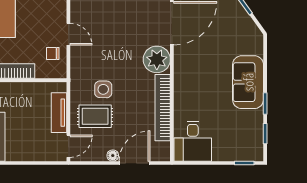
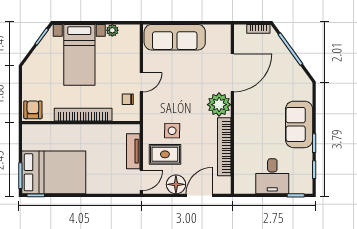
door: (68, 34) -> (141, 82), hinge flipped
desk: (193, 141) -> (272, 176), moved
floor lamp: (113, 156) -> (176, 184), width x1.89, depth x1.89

